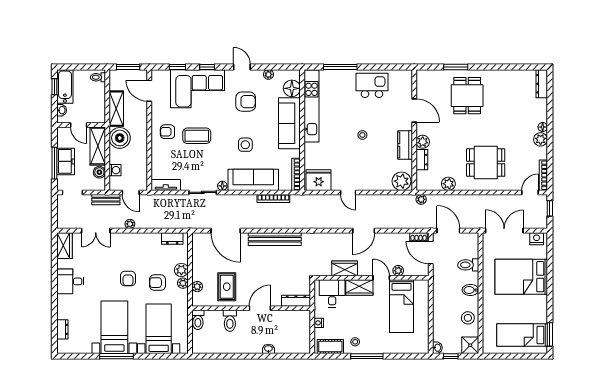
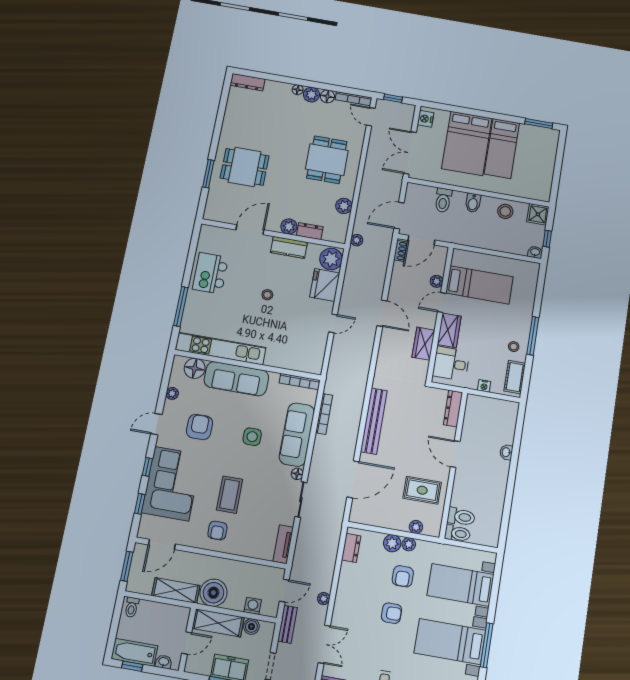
floor lamp: (541, 153) -> (327, 96), added
fridge: (319, 180) -> (325, 285), moved
toilet: (230, 321) -> (461, 517), moved
bed: (522, 335) -> (502, 148), moved

